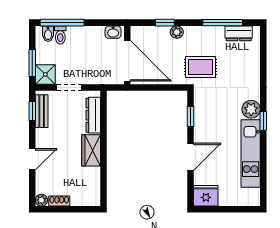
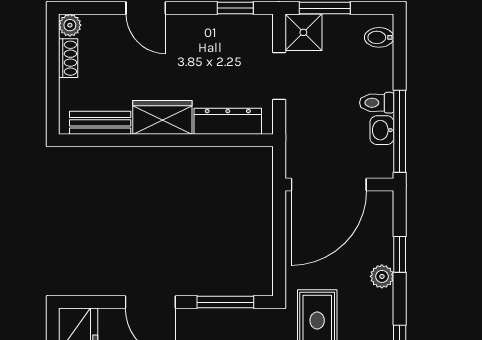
window: (62, 23) -> (400, 131), moved
washbasin: (113, 32) -> (382, 130), moved
toilet: (60, 35) -> (377, 103), moved
bench: (42, 111) -> (100, 123), moved
window: (191, 116) -> (225, 302), width x1.50

